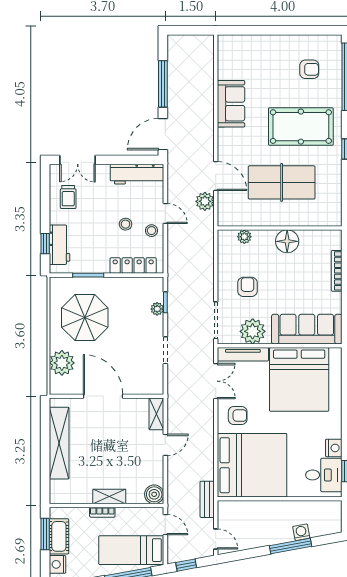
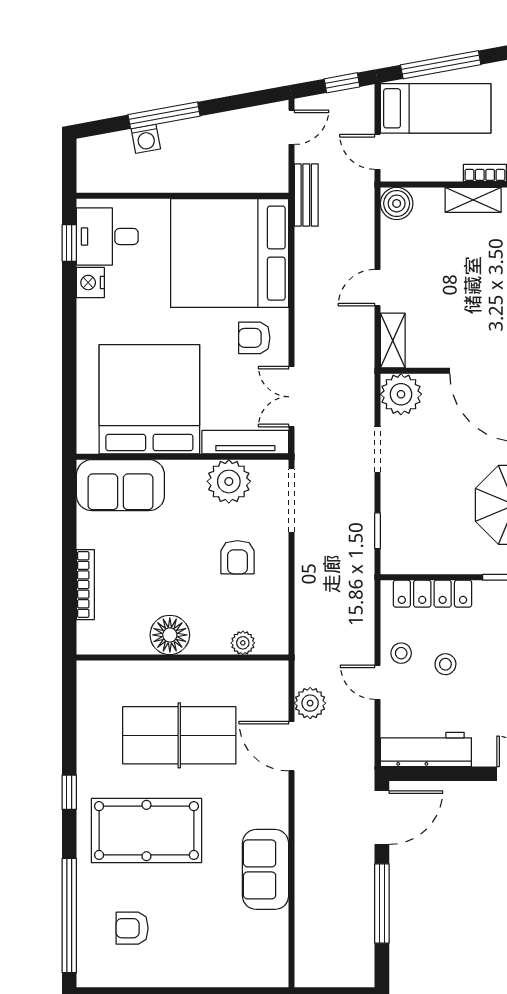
plant: (157, 309) -> (401, 394), moved, width x1.87, depth x1.87
sofa: (307, 329) -> (120, 485), width x0.73
door: (216, 539) -> (292, 127), swing flipped

